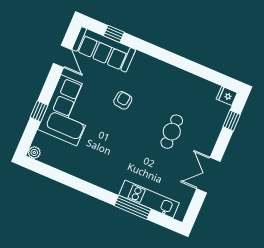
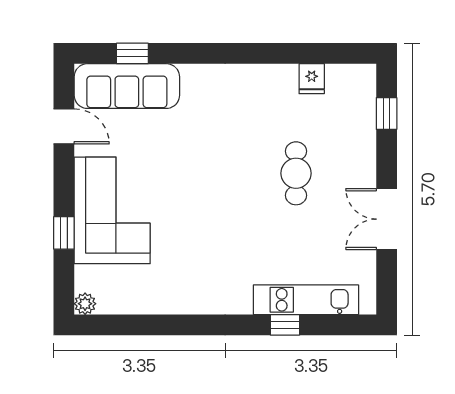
fridge: (227, 96) -> (312, 79), moved, turned -90
armchair: (123, 100) -> (194, 156), removed
window: (133, 207) -> (285, 325), width x0.46

